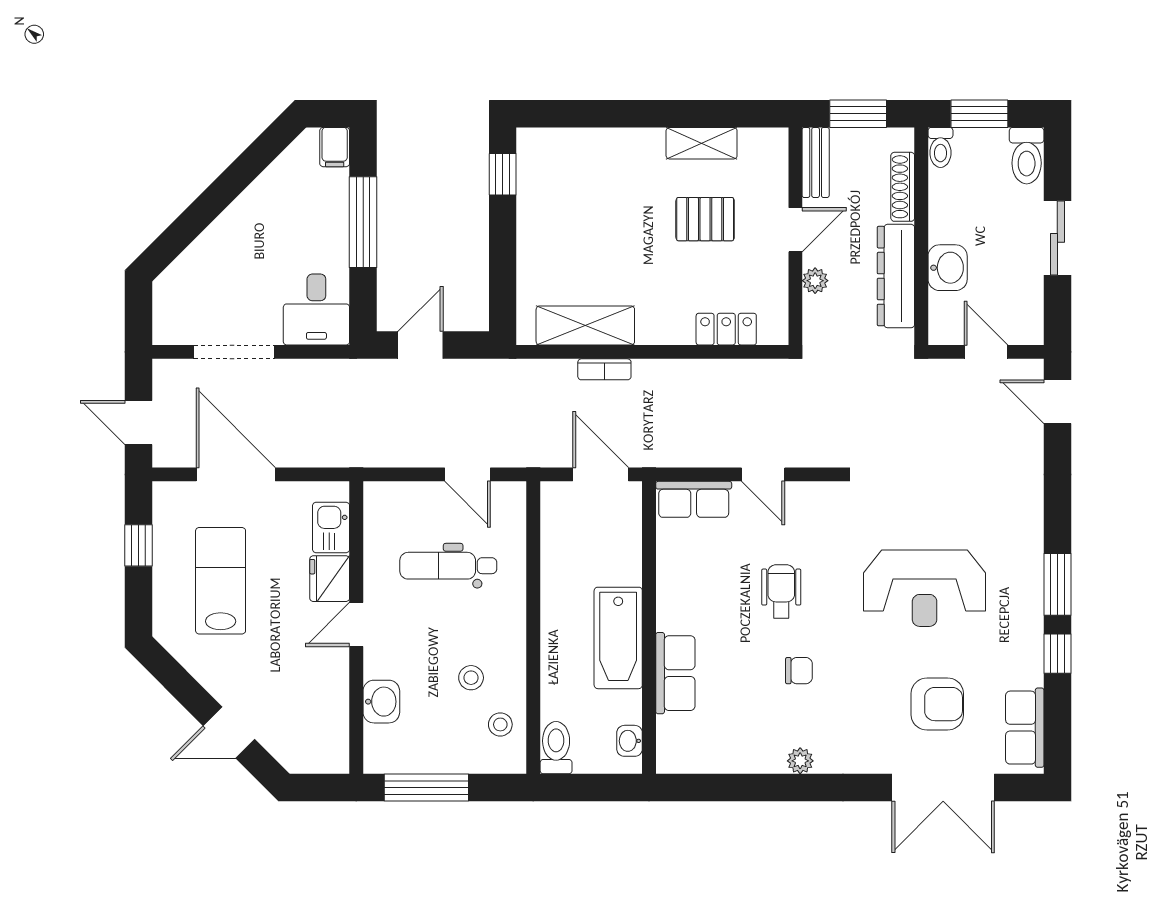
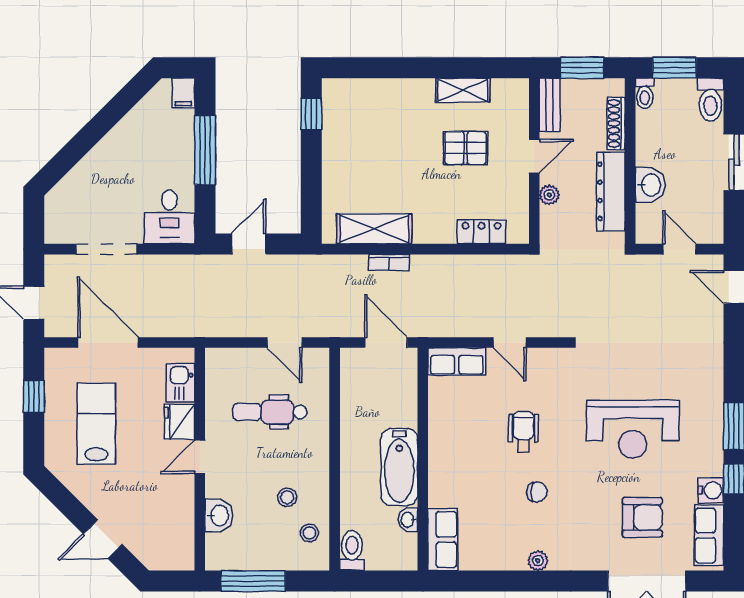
water cooler: (1027, 669) -> (711, 490), added
row of seats: (675, 673) -> (443, 540), moved
washbasin: (630, 741) -> (408, 520), moved

